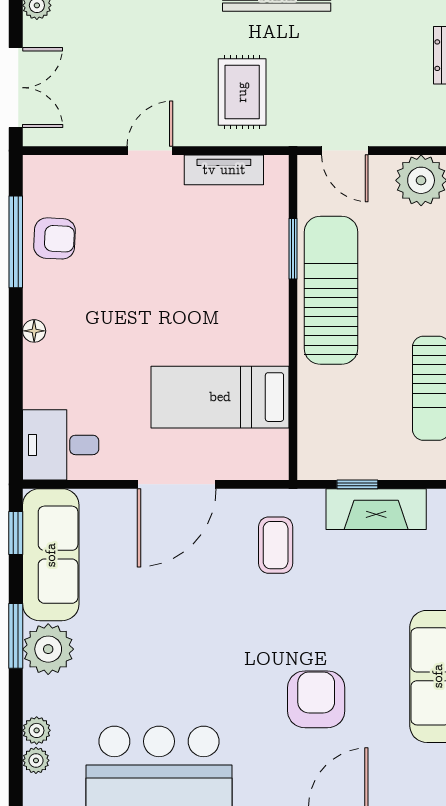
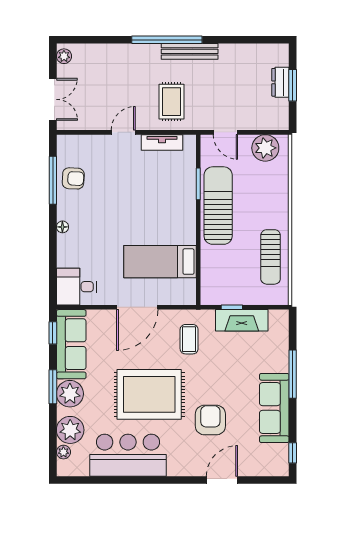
rug: (199, 651) -> (149, 394), added
plant: (37, 730) -> (70, 430), width x1.87, depth x1.87

